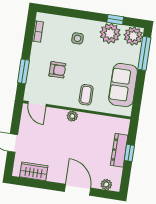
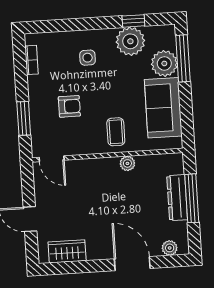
plant: (133, 36) -> (164, 63), moved
plant: (72, 116) -> (127, 163), moved
window: (129, 153) -> (192, 198), width x2.17

